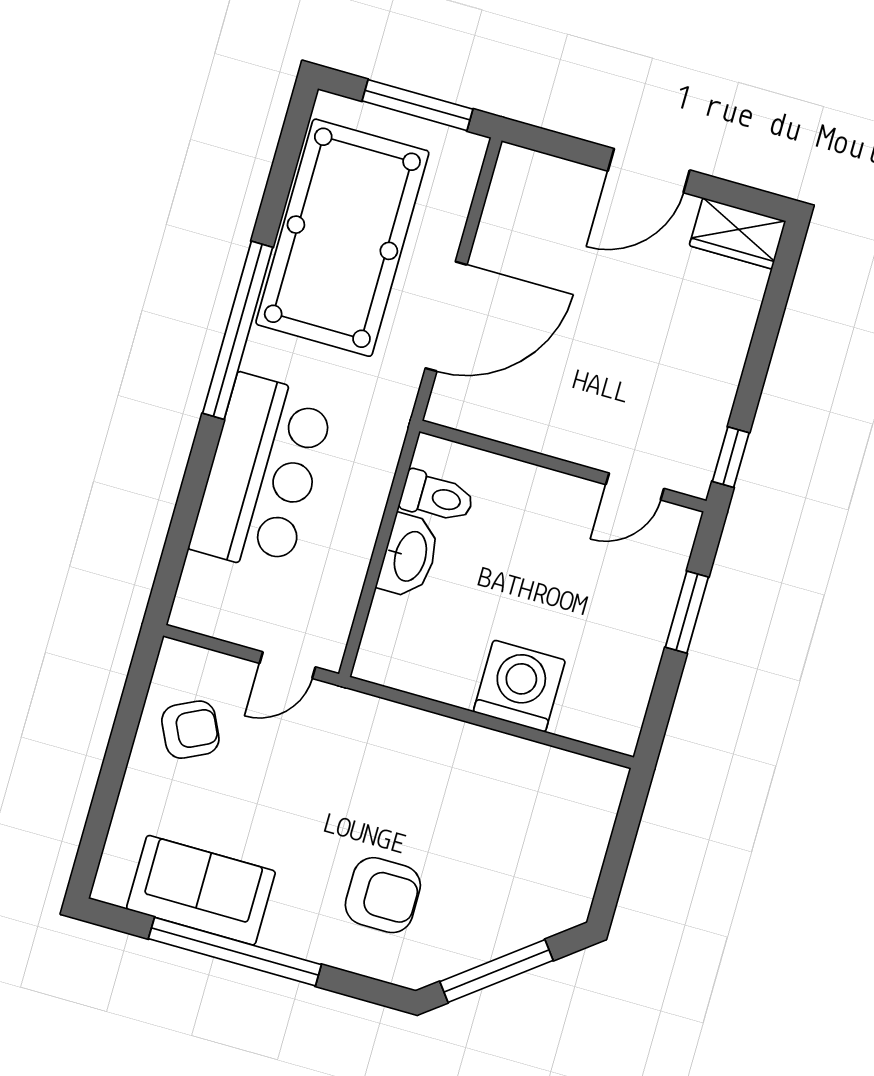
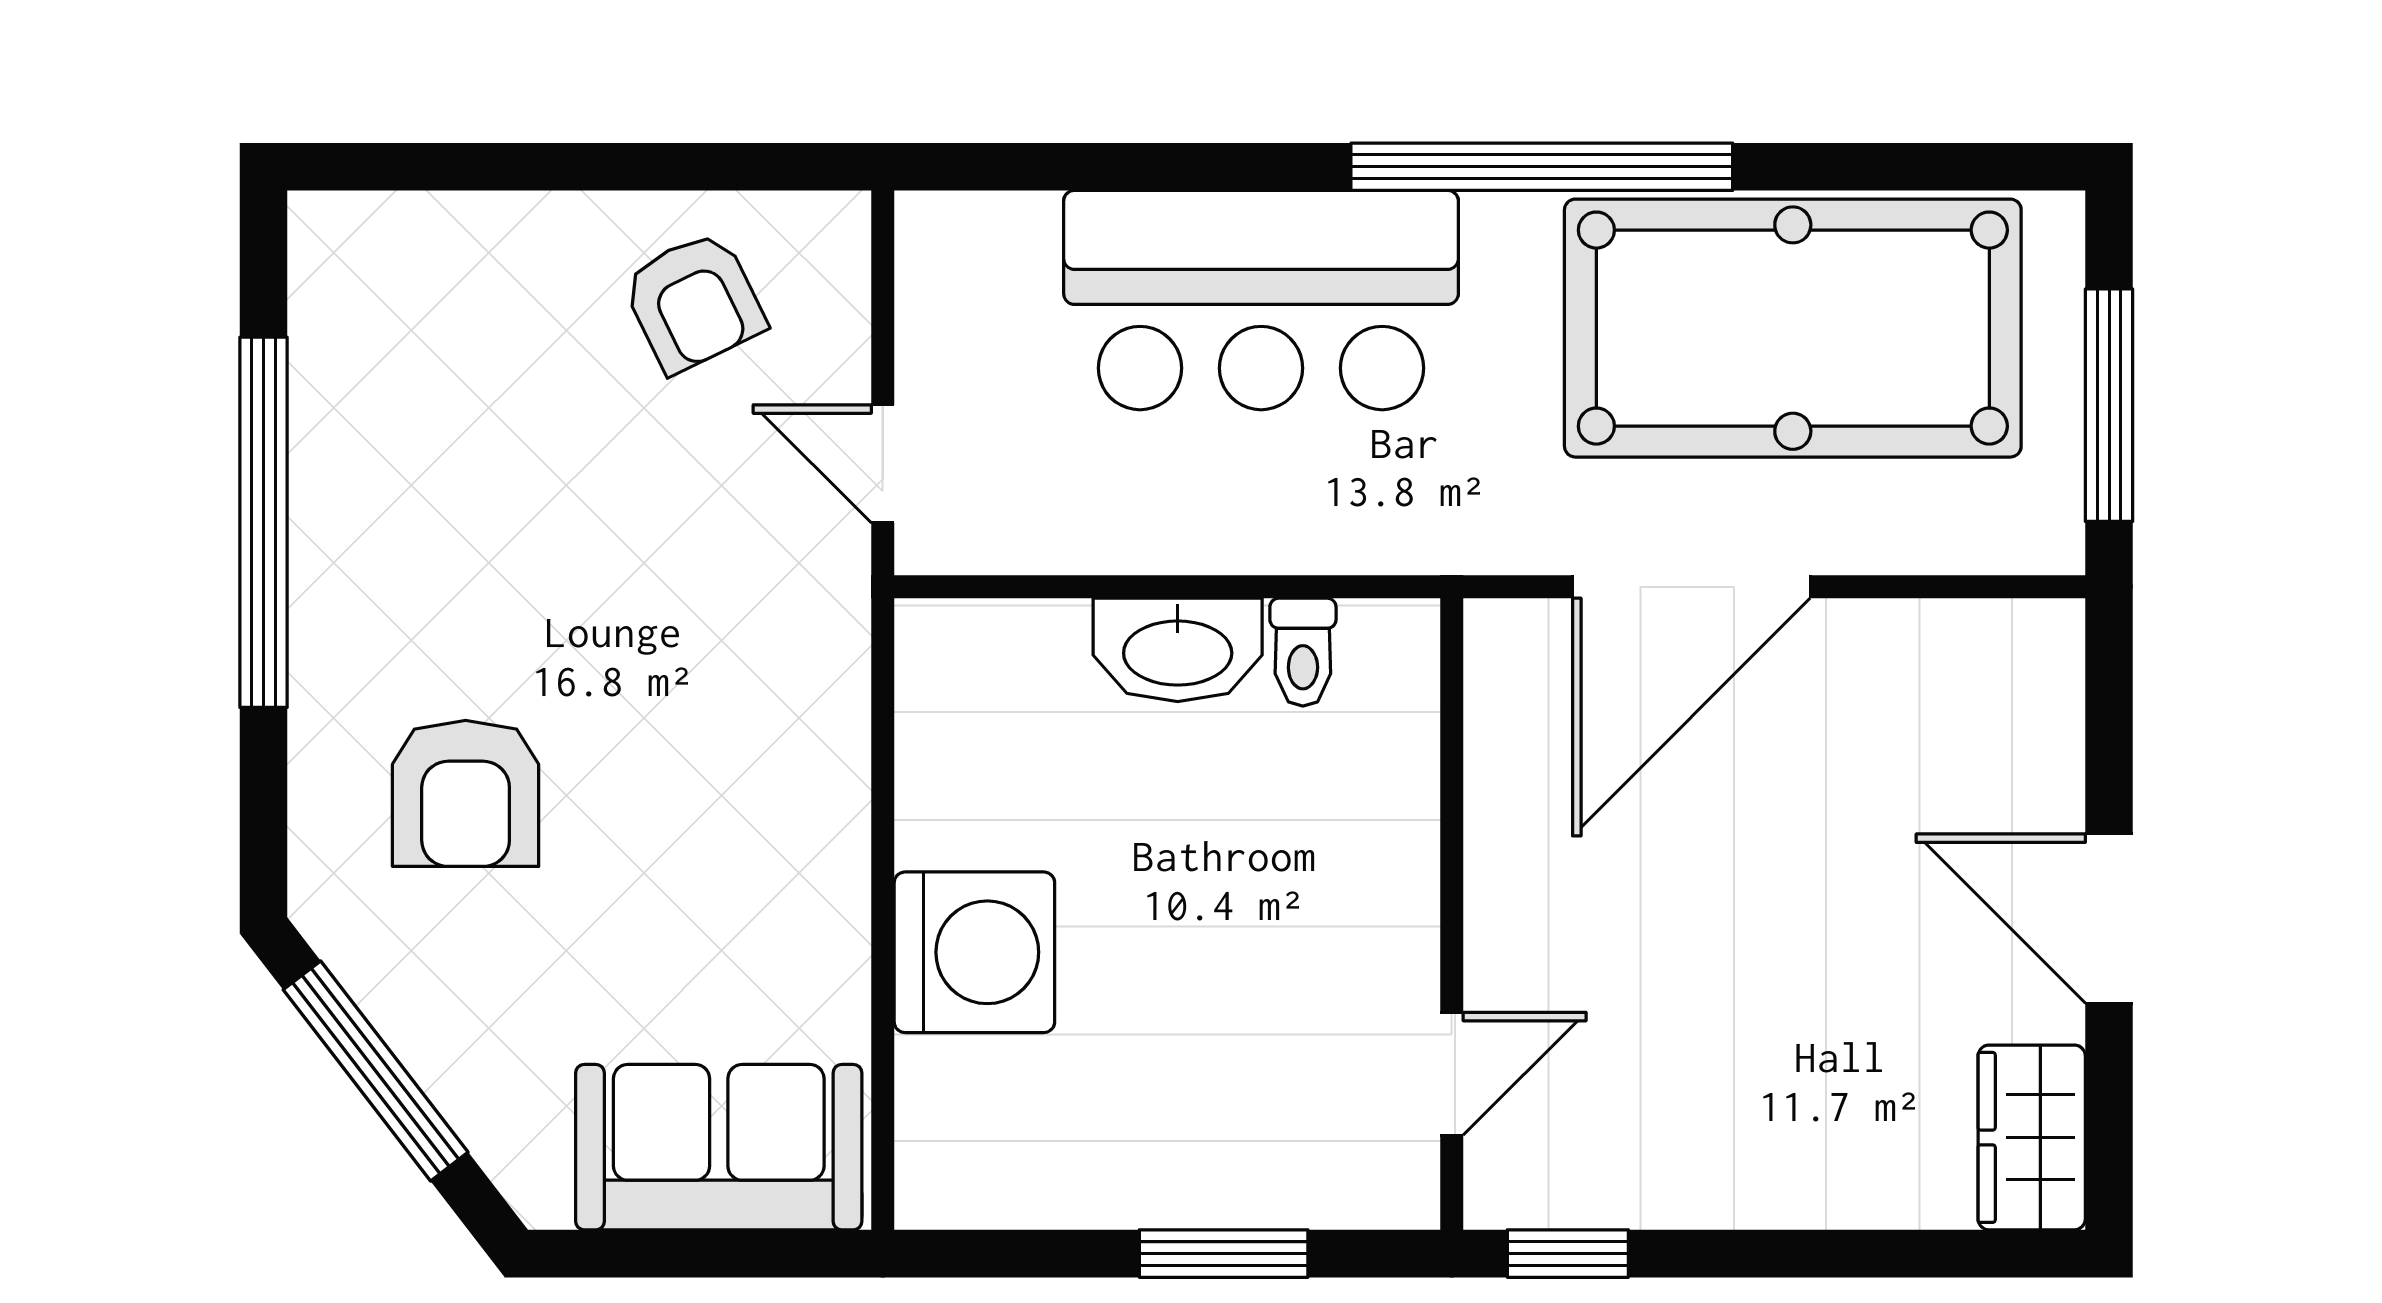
door: (446, 316) -> (1691, 587), hinge flipped
door: (635, 486) -> (1452, 1074), swing flipped
toilet: (437, 497) -> (1303, 652), width x0.73, depth x0.72
sofa: (201, 890) -> (719, 1147), moved, turned -90

